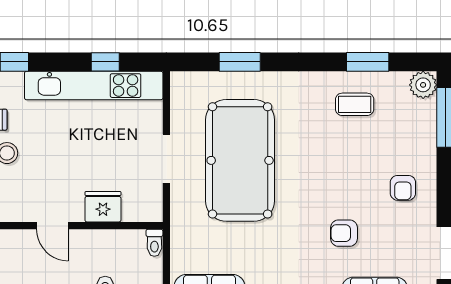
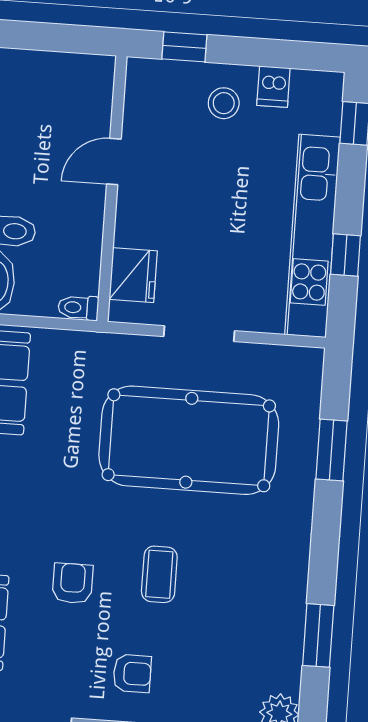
coffee table: (355, 104) -> (159, 574), moved
armchair: (403, 188) -> (132, 673), turned 180
fridge: (103, 207) -> (133, 275), moved

